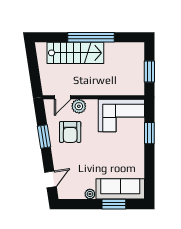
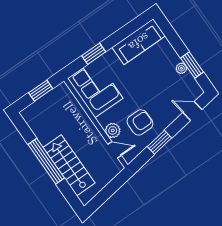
sofa: (120, 189) -> (139, 42), moved, turned -90
window: (114, 204) -> (192, 65), moved

